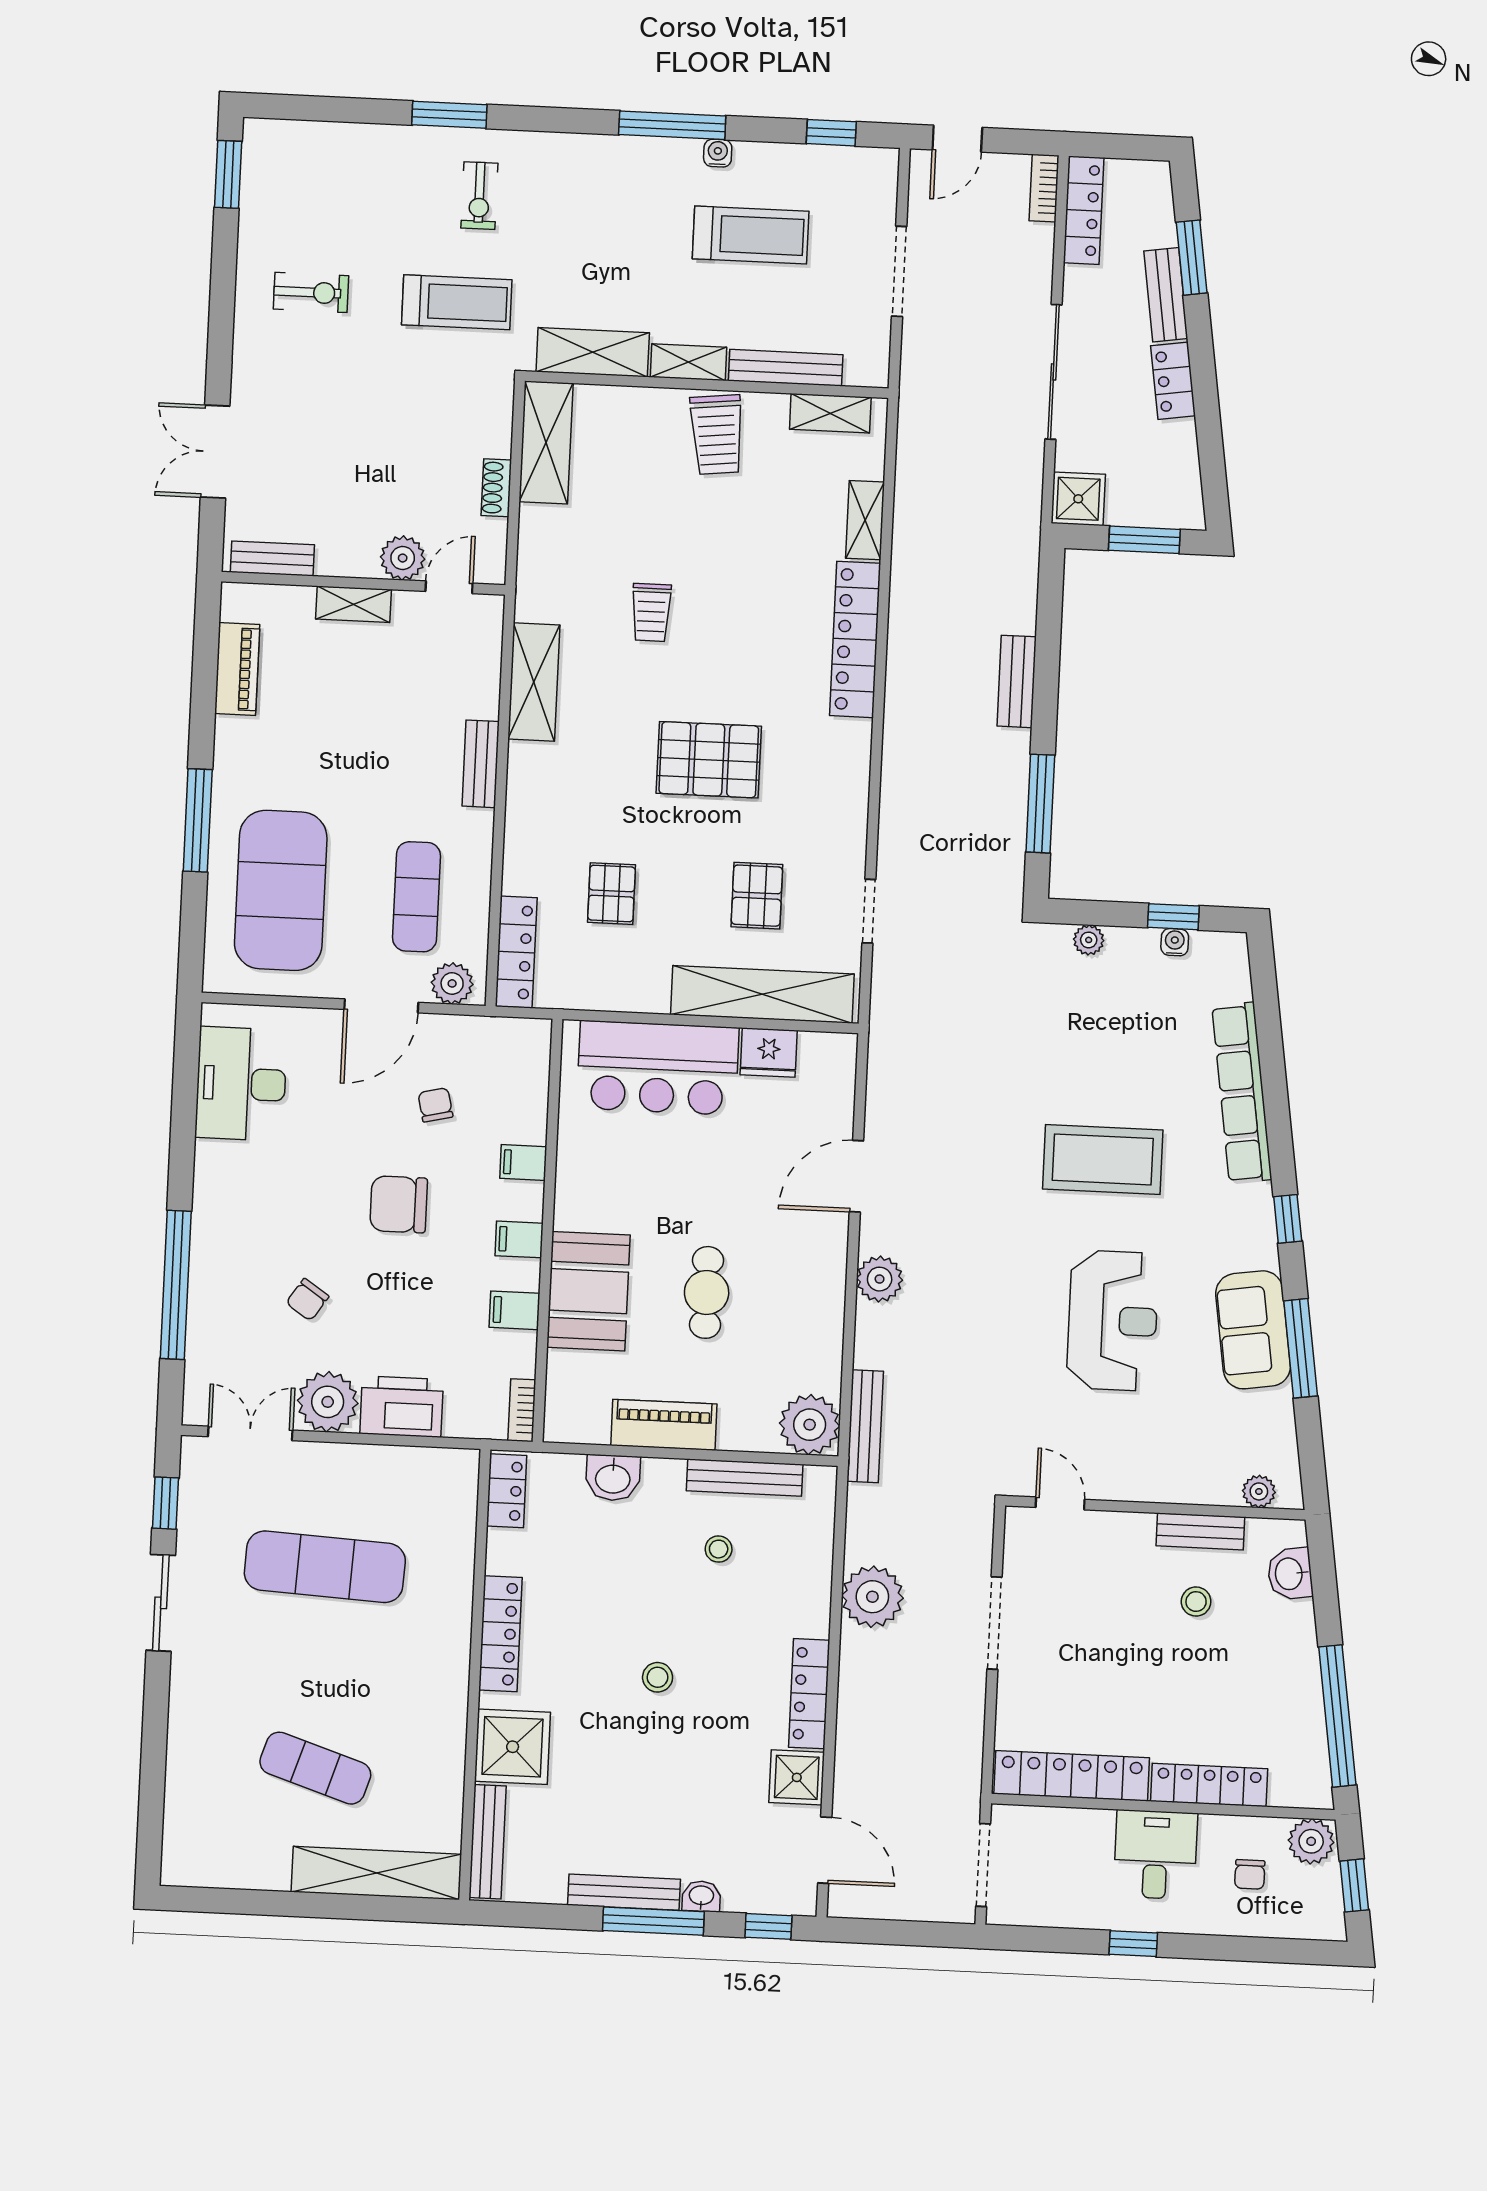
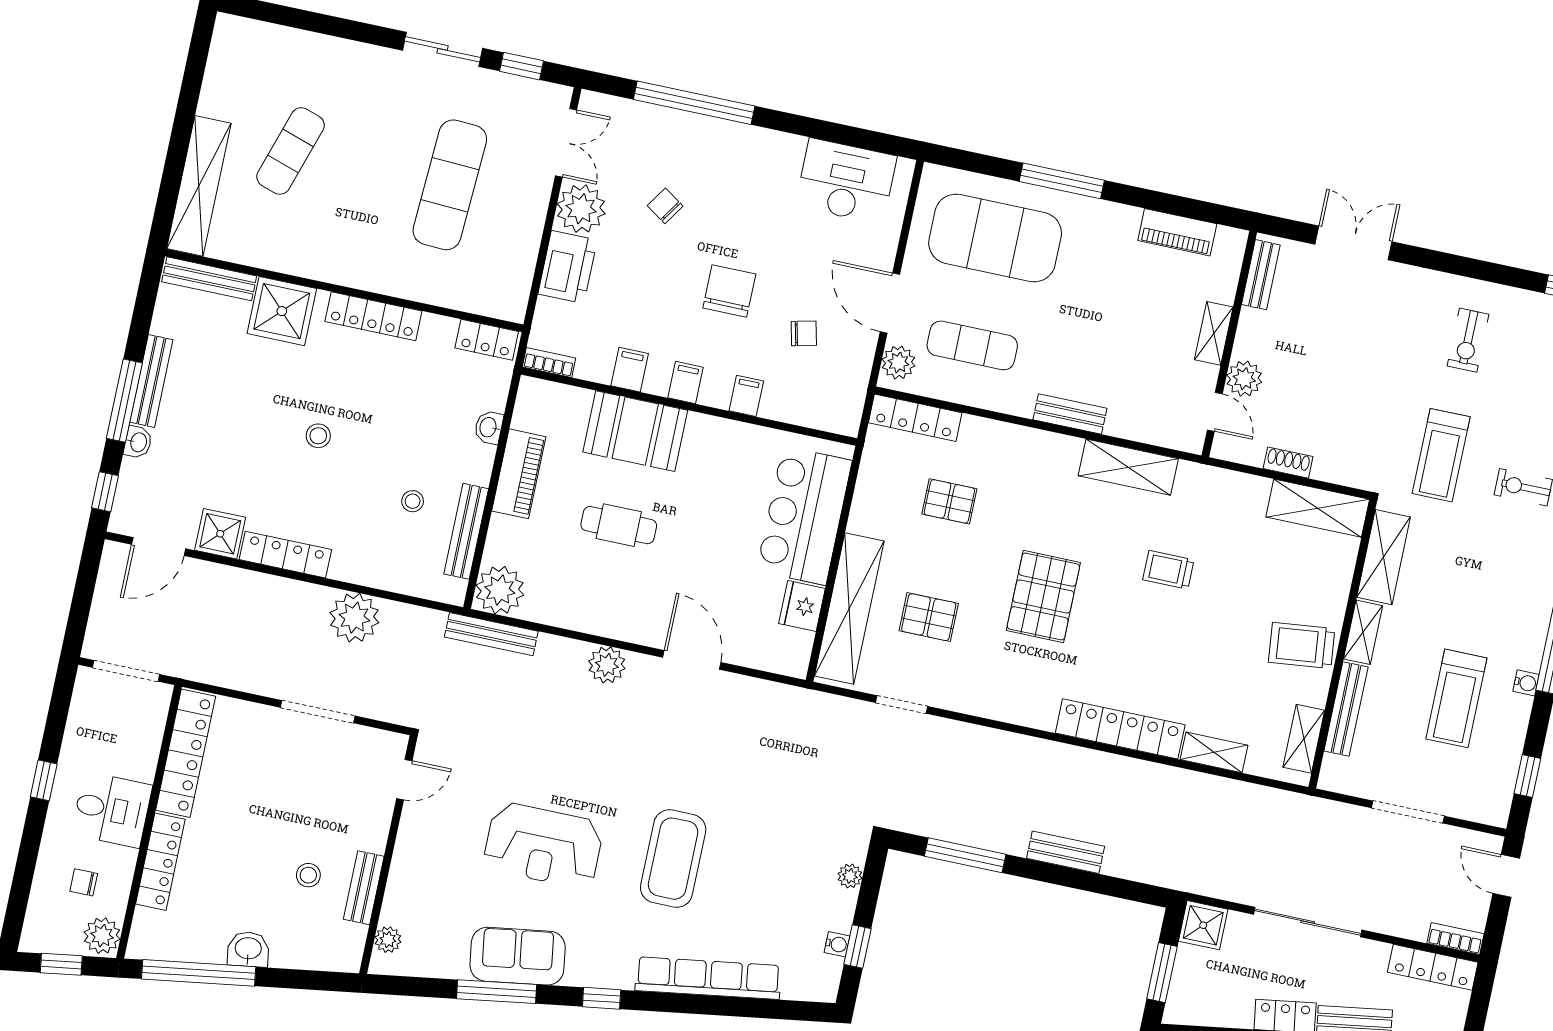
washbasin: (613, 1478) -> (489, 427), width x0.72, depth x0.69
washbasin: (1290, 1574) -> (248, 949), moved

